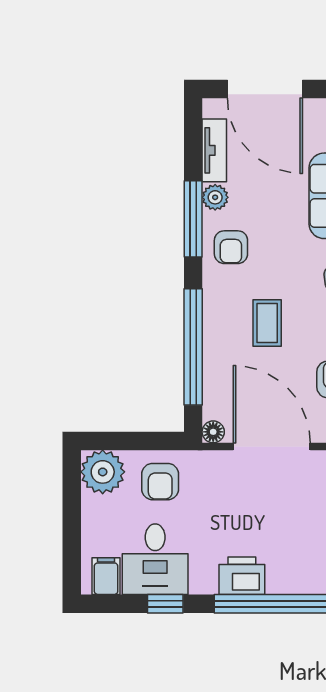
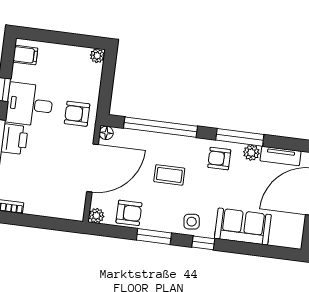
plant: (103, 472) -> (97, 56), width x0.53, depth x0.53
armchair: (160, 482) -> (77, 114), moved
desk: (155, 559) -> (30, 105), moved

